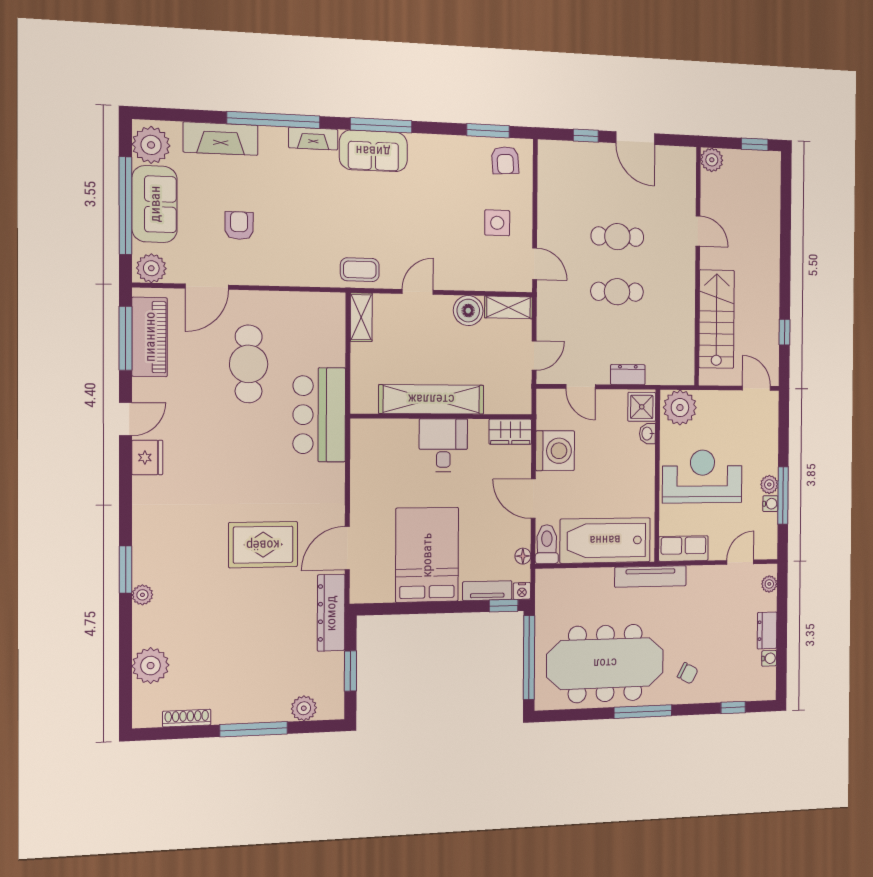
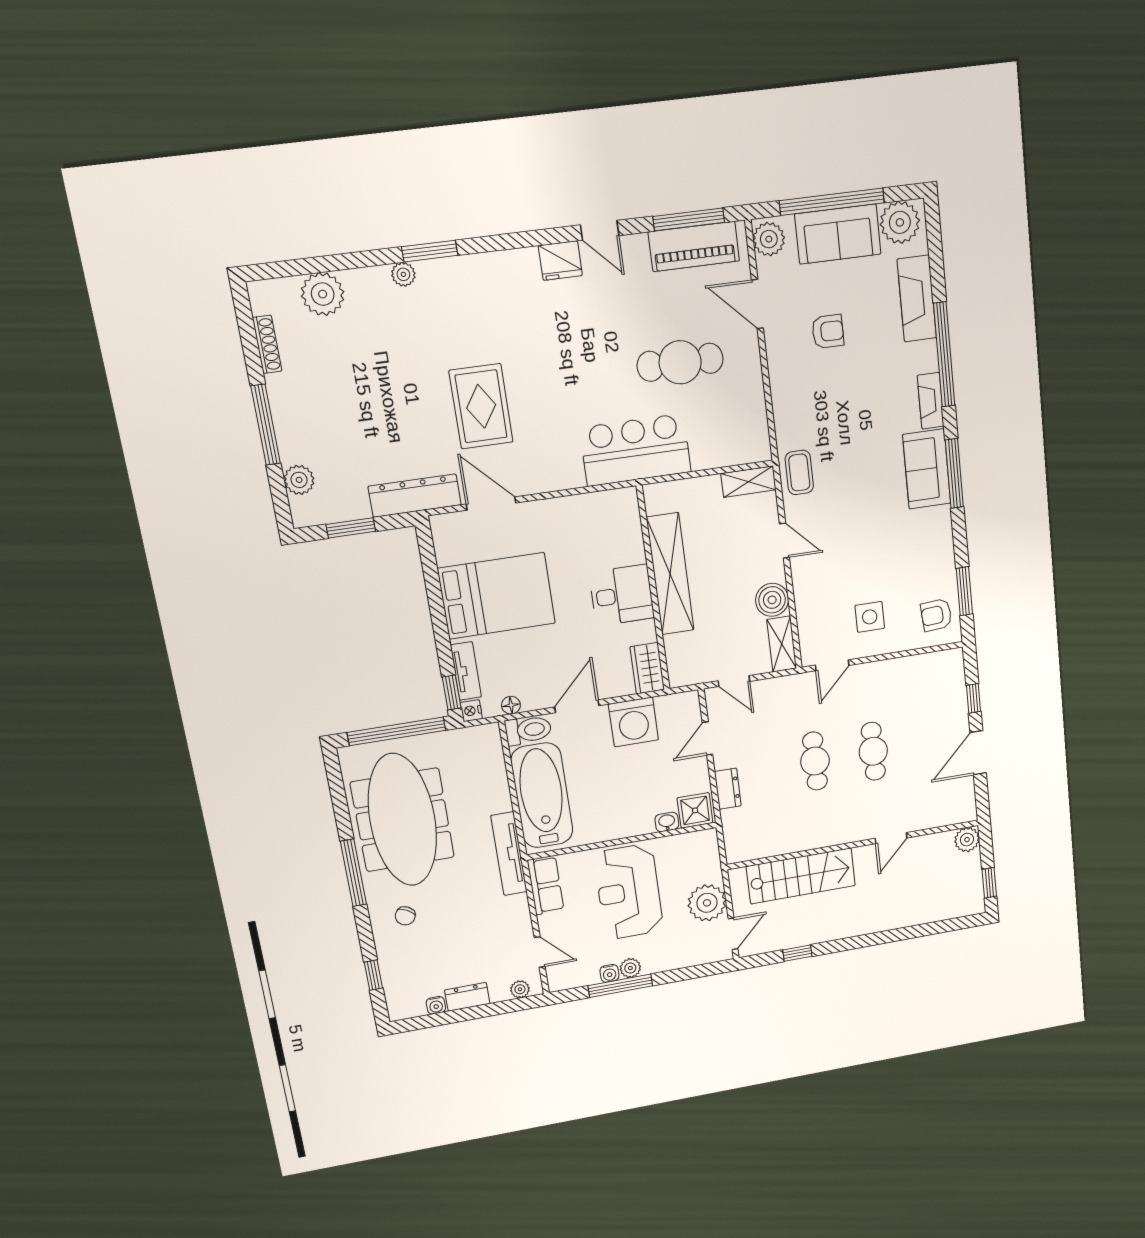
plant: (680, 408) -> (707, 903), moved
reception desk: (702, 476) -> (629, 892), turned 180

